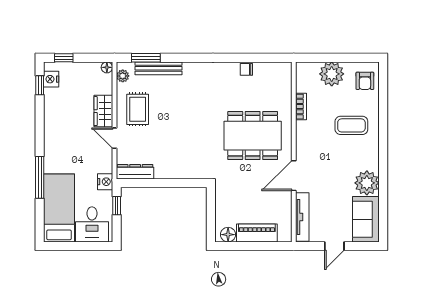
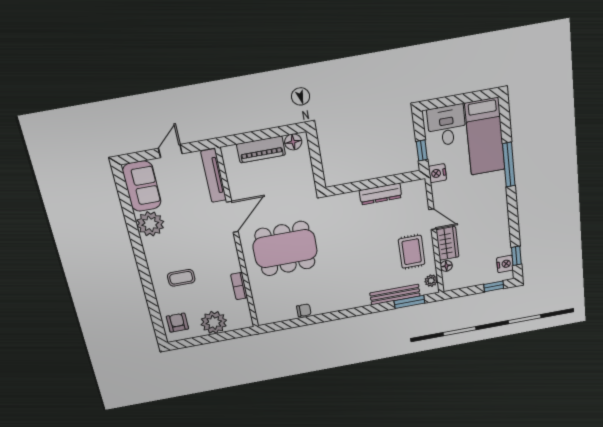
floor lamp: (107, 67) -> (446, 266), moved
coffee table: (351, 125) -> (181, 278), width x0.73, depth x0.77
dresser: (135, 172) -> (381, 194), moved

